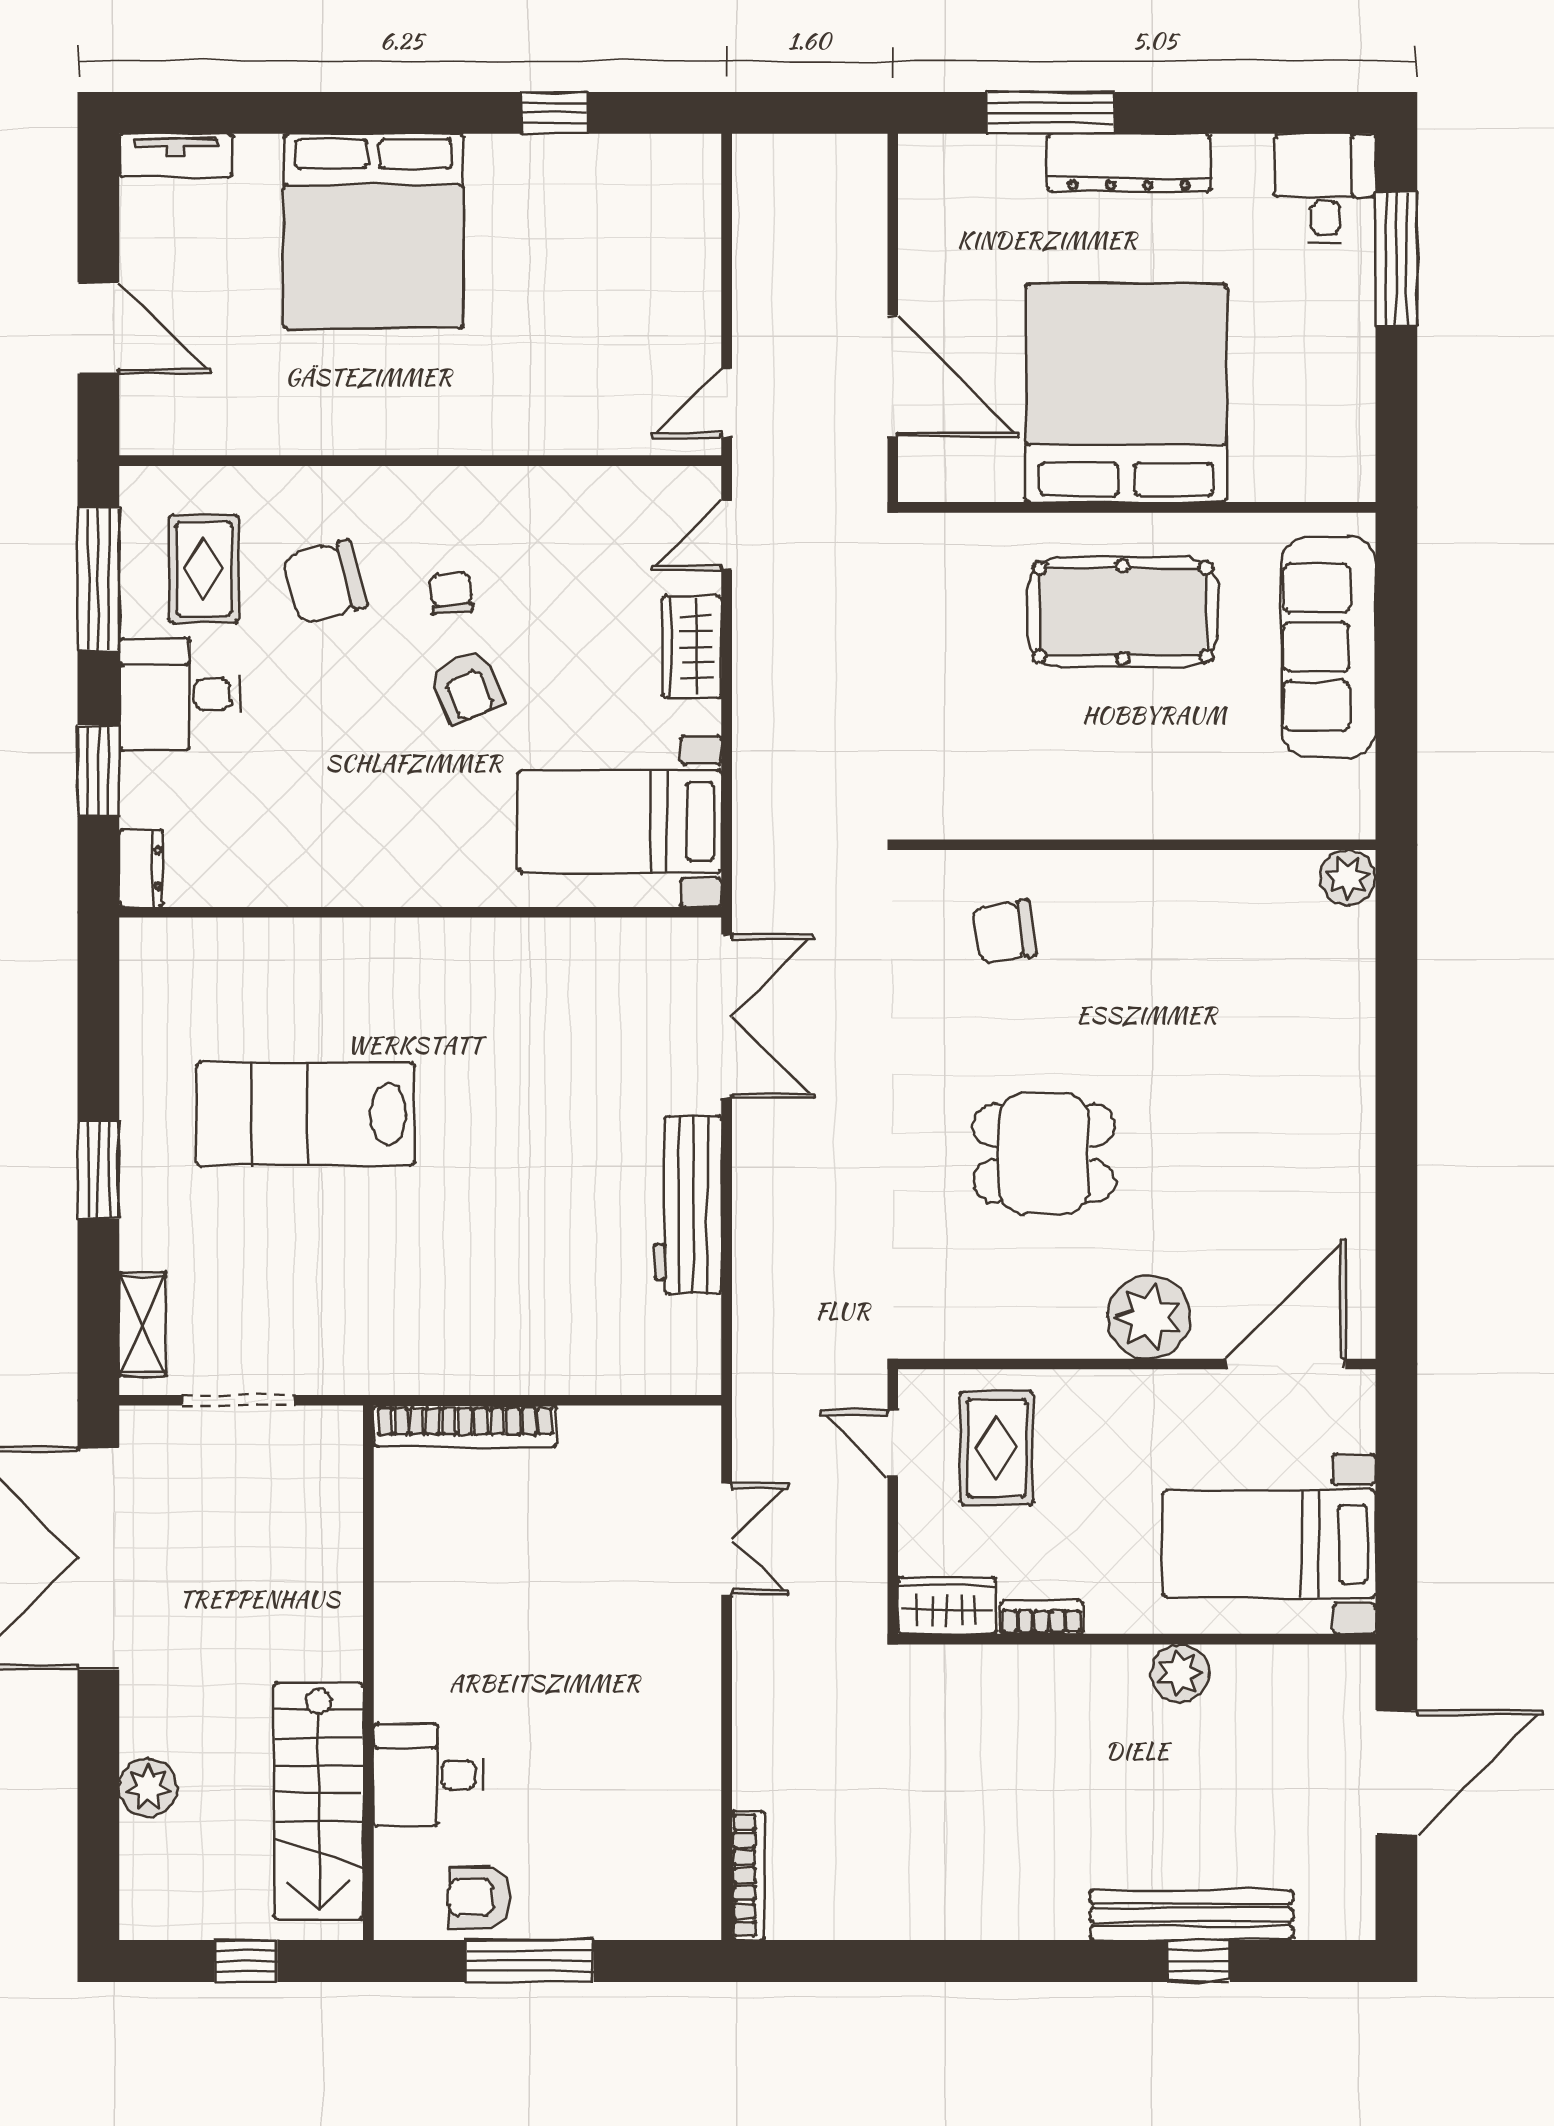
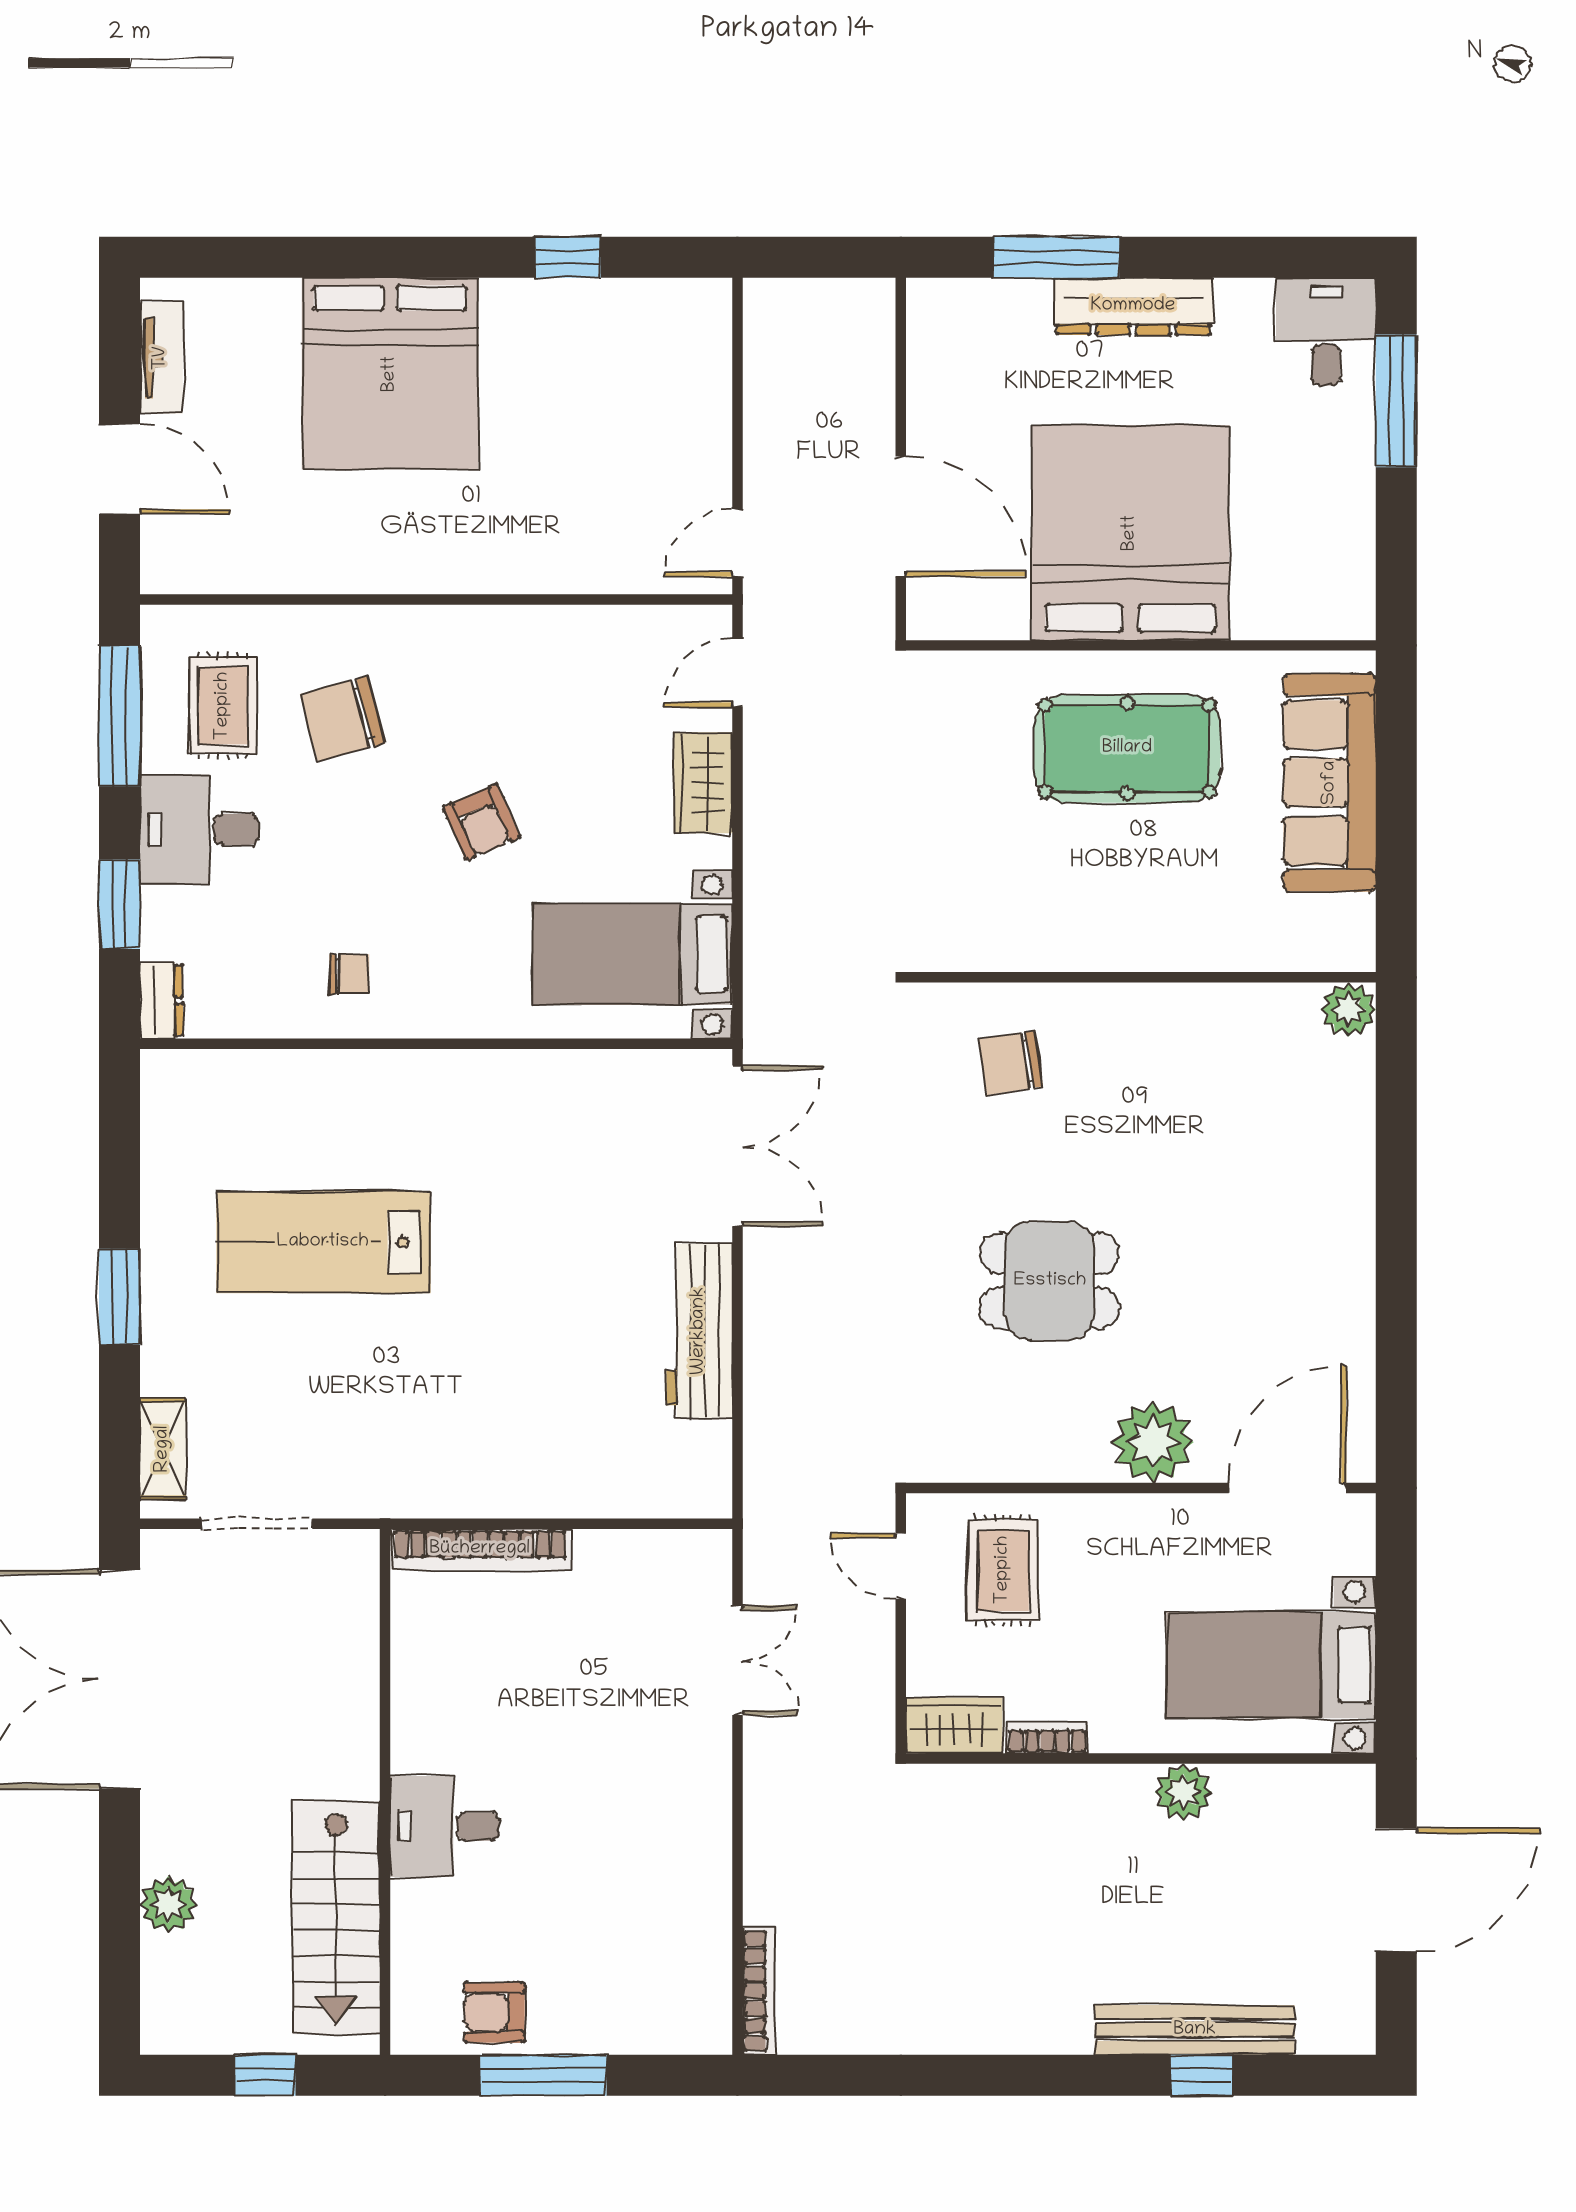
tv unit: (176, 155) -> (161, 358), moved, turned -90
chair: (451, 593) -> (349, 974), moved, turned 95
desk: (429, 1775) -> (445, 1826), moved

